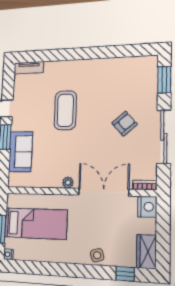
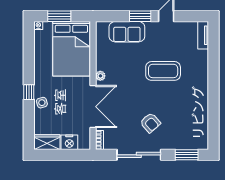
nightstand: (147, 207) -> (69, 142), moved
bed: (36, 224) -> (71, 49), width x1.50
window: (125, 274) -> (29, 92), moved

